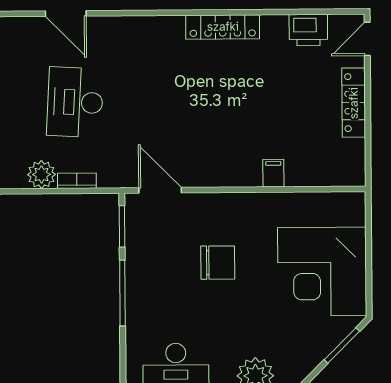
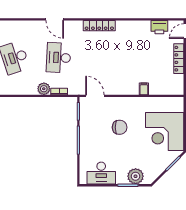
locker: (223, 27) -> (99, 26), moved

